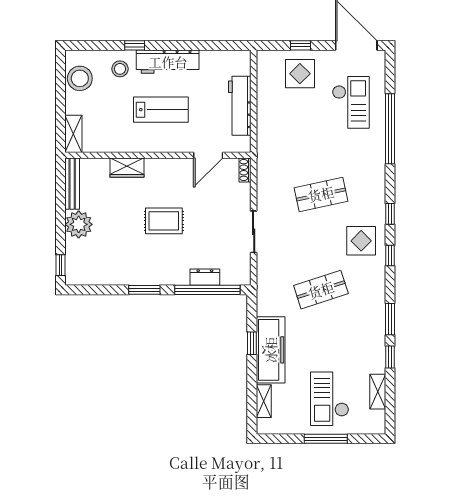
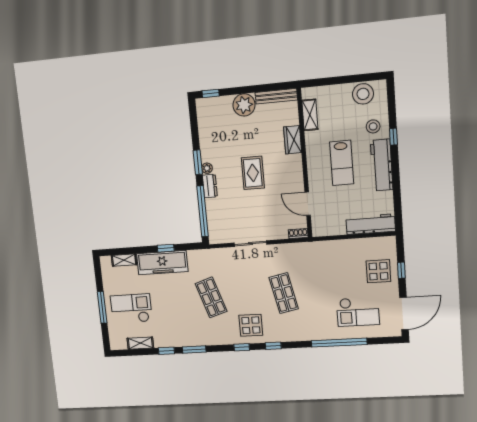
workbench: (240, 106) -> (371, 224), moved
shelving: (73, 134) -> (310, 115), moved, turned 90
dresser: (205, 277) -> (210, 186), moved
plant: (153, 279) -> (207, 168), added

